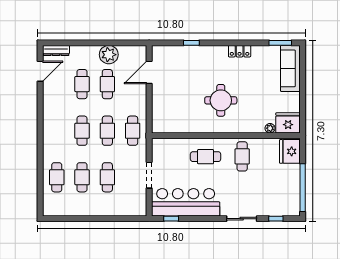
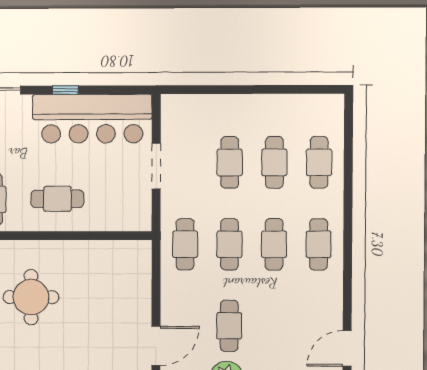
cafe table: (82, 84) -> (319, 244), moved
window: (171, 219) -> (65, 90), moved

